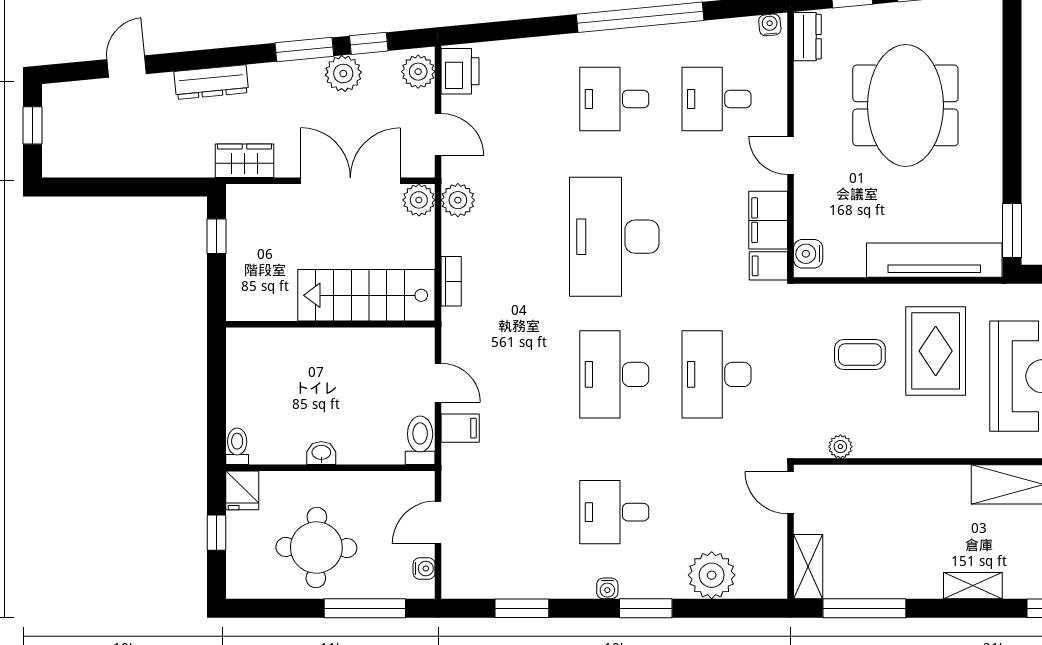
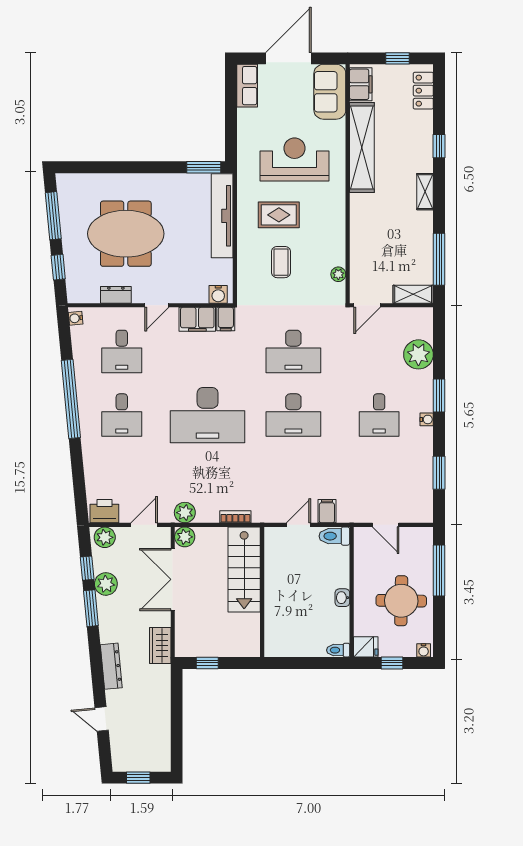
dresser: (807, 37) -> (116, 295), moved
rug: (936, 351) -> (279, 215), width x0.73, depth x0.70
water cooler: (424, 569) -> (424, 650), moved, turned 180

